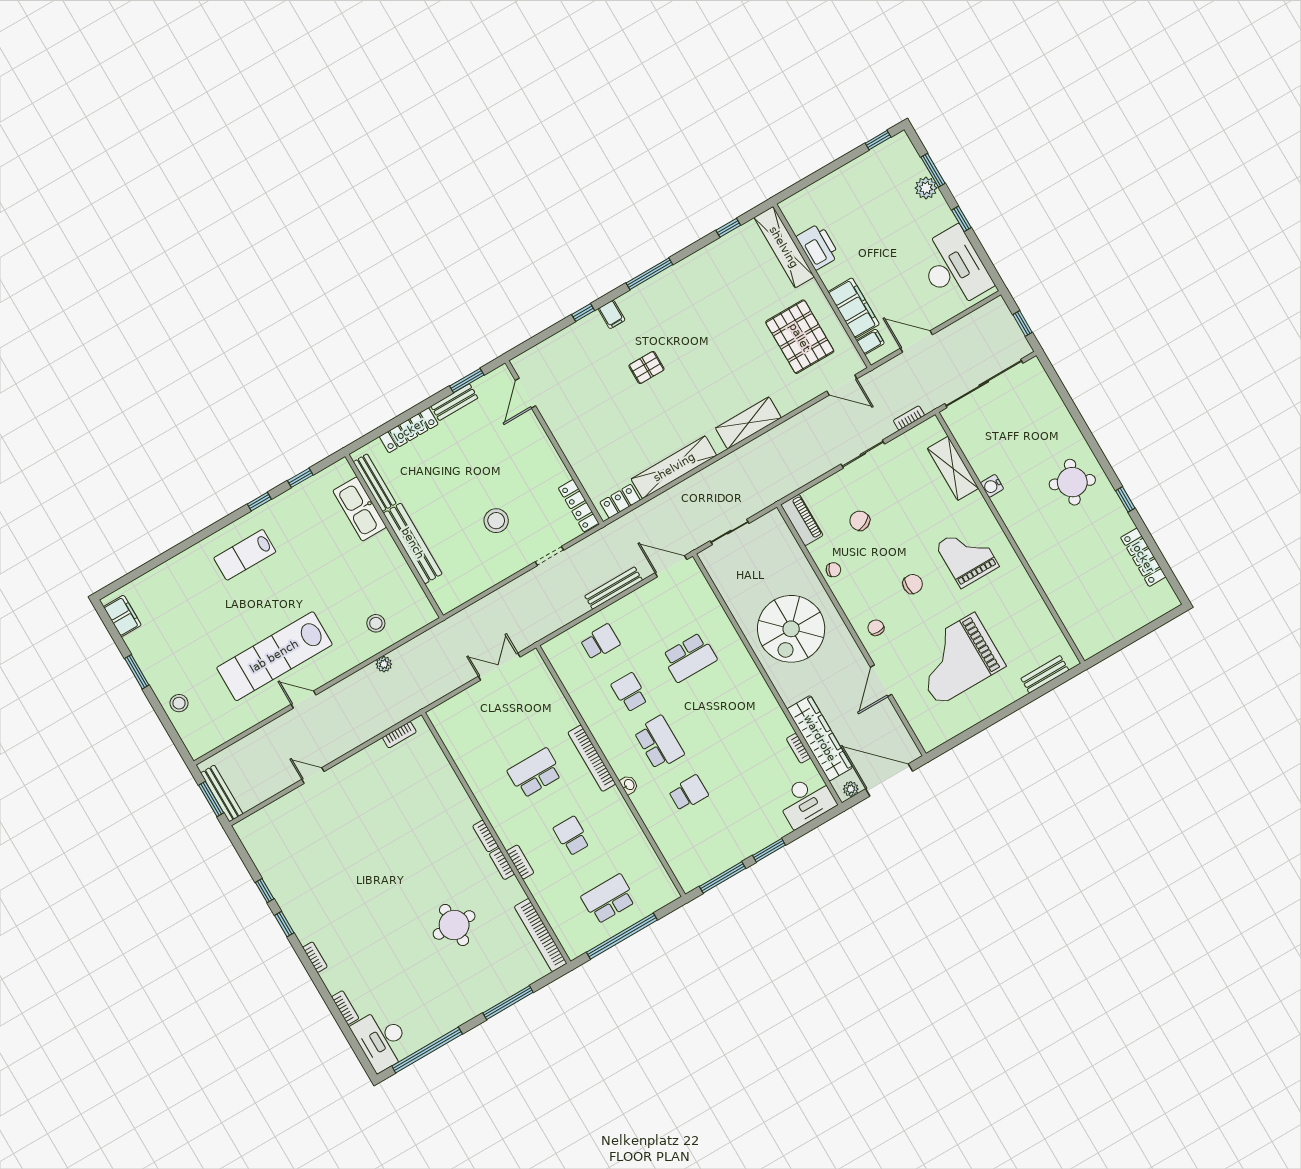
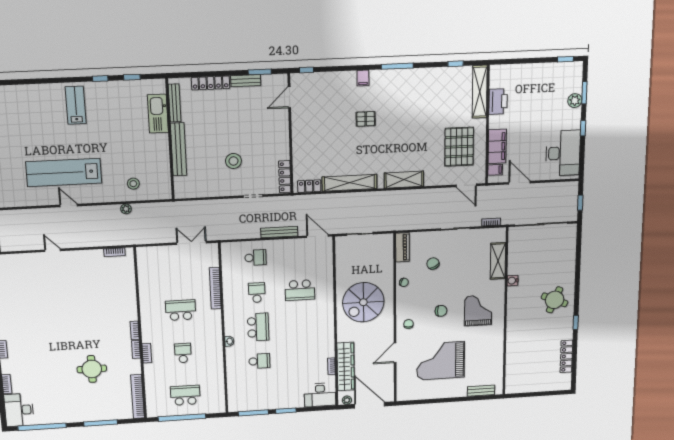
window: (583, 313) -> (307, 70), moved
lab bench: (245, 555) -> (76, 105), turned 90
bookcase: (592, 758) -> (215, 288), moved

